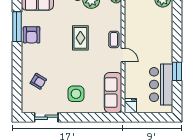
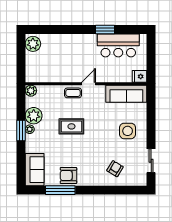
armchair: (32, 35) -> (68, 176), turned 180

